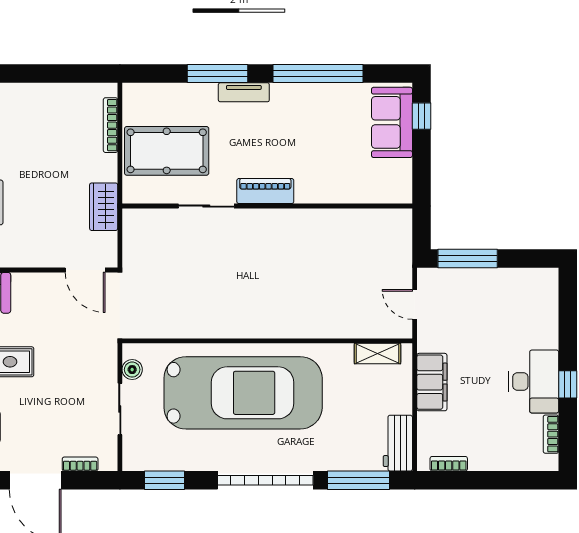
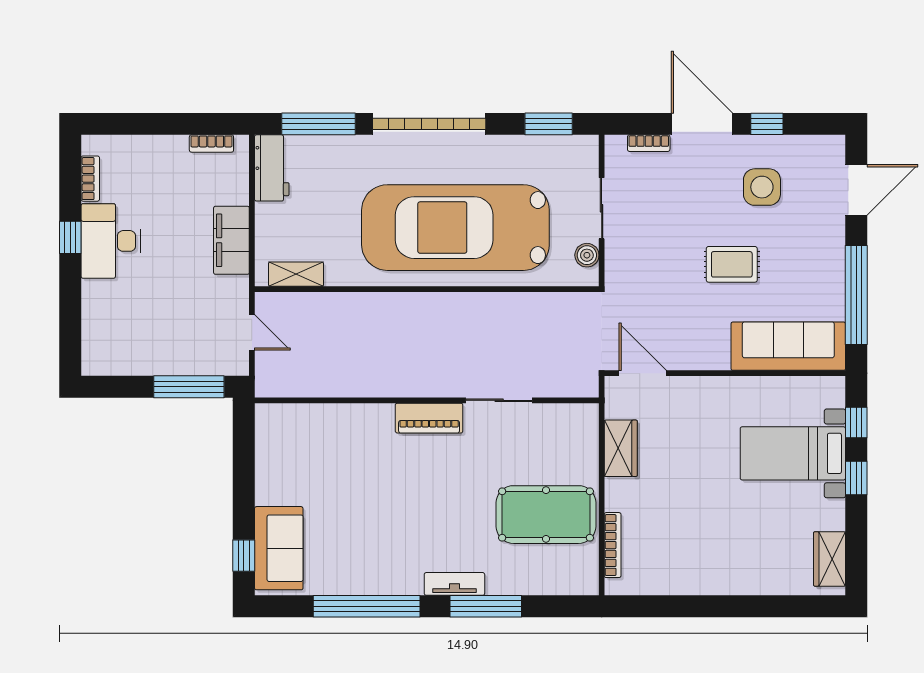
piano: (265, 191) -> (429, 418), moved
sliding door: (206, 206) -> (499, 400), moved
wall: (267, 206) -> (427, 400), moved

